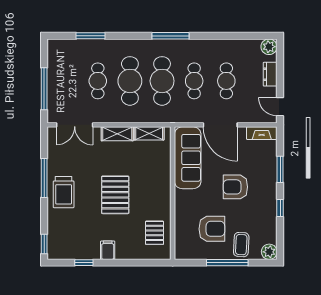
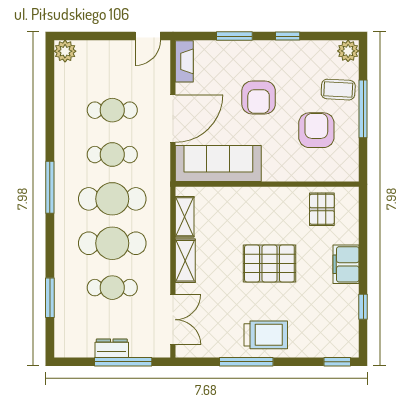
dresser: (270, 74) -> (112, 348), moved, turned 180
pallet: (155, 233) -> (322, 209), turned 90
filing cabinet: (108, 250) -> (346, 264), width x2.00

